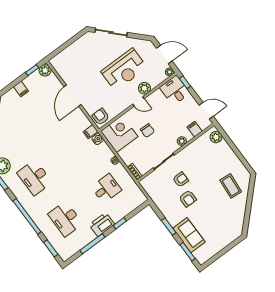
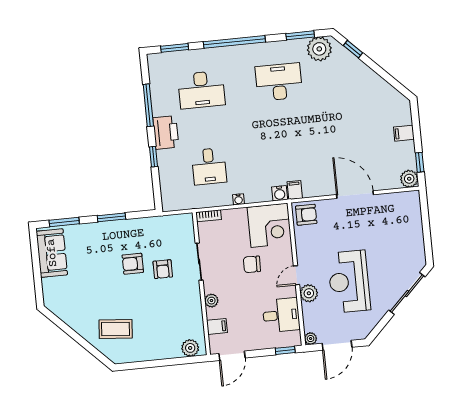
desk: (175, 90) -> (281, 315), moved
desk: (65, 219) -> (201, 90), turned 180
sofa: (189, 235) -> (52, 253), moved, turned -90

